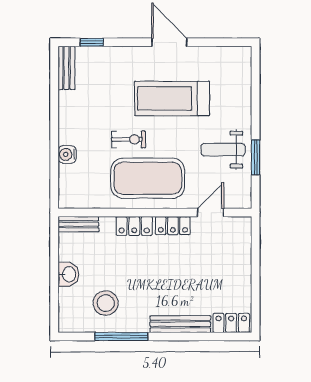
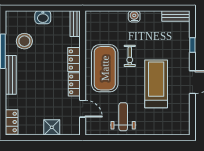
window: (92, 42) -> (192, 45), moved
water cooler: (67, 154) -> (134, 16), moved
window: (256, 157) -> (118, 138), removed
shower: (240, 260) -> (52, 127), added
bench: (180, 324) -> (11, 75), moved

